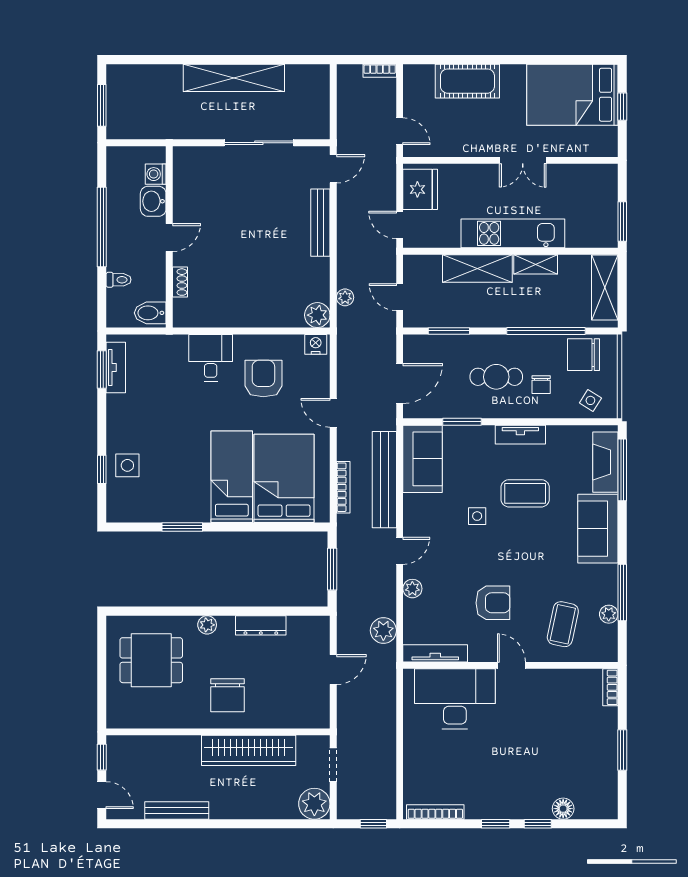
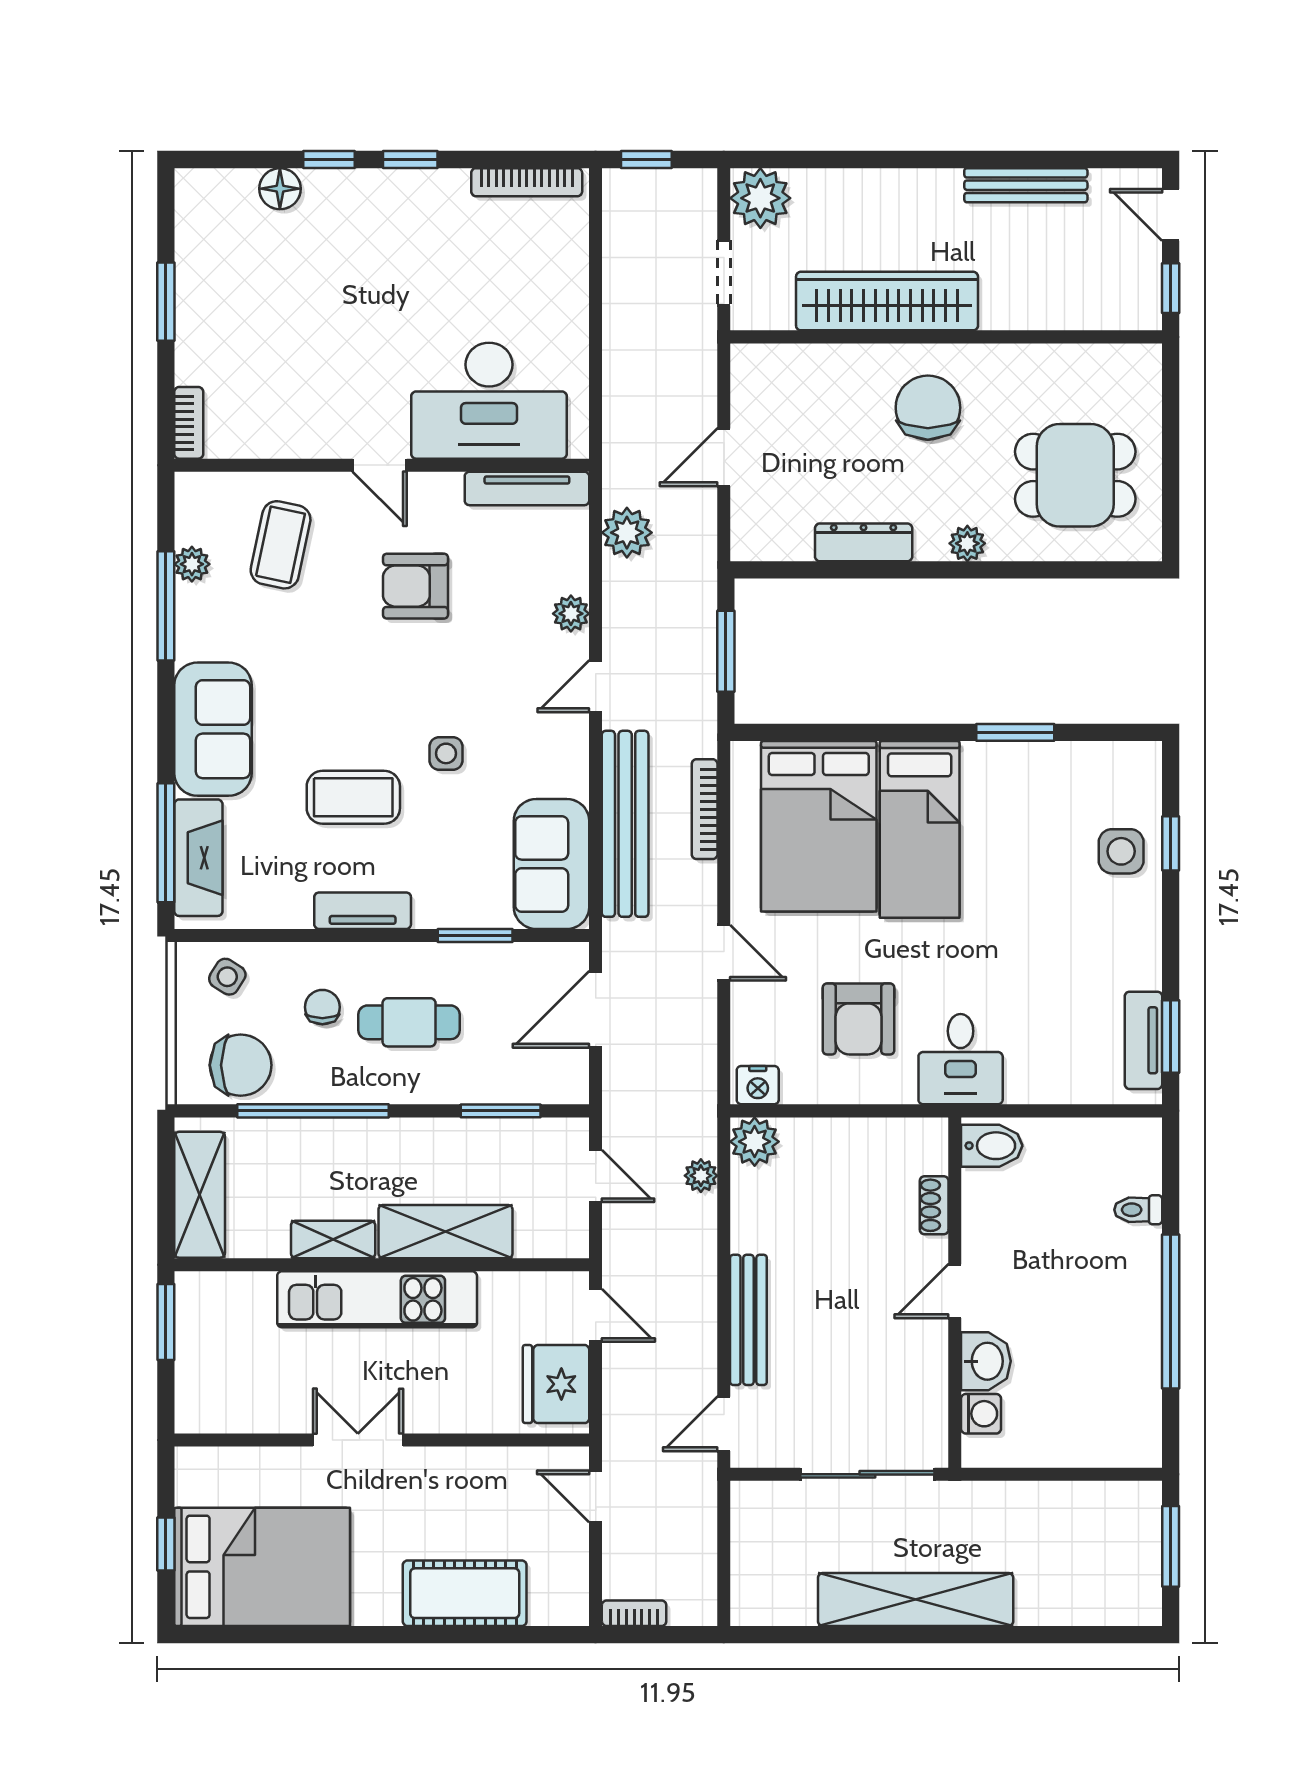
washing machine: (156, 174) -> (981, 1414), moved
washbasin: (153, 201) -> (986, 1361), moved
wall: (169, 237) -> (955, 1293), moved
door: (169, 238) -> (955, 1291), moved
shoe rack: (180, 282) -> (934, 1205), moved
bidet: (150, 313) -> (992, 1146), moved

